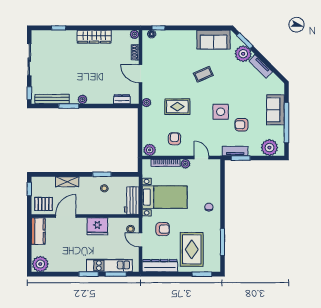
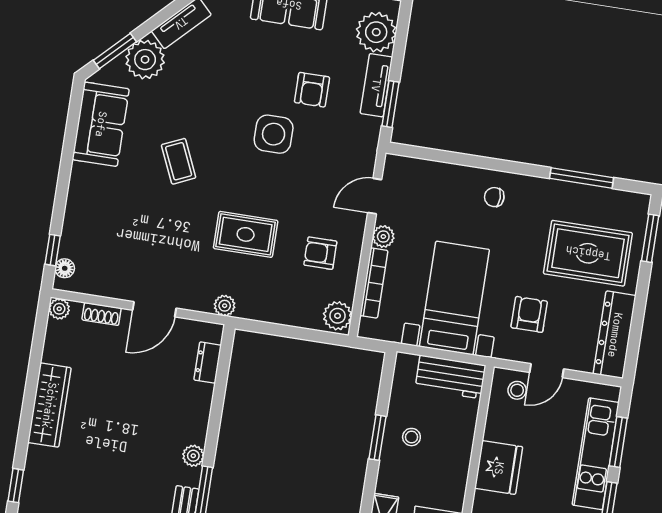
rug: (177, 107) -> (246, 234), turned 90
tv unit: (235, 151) -> (376, 85), moved

